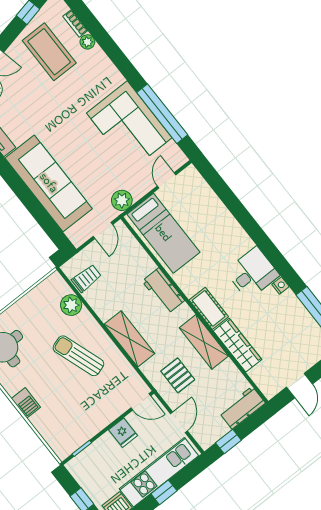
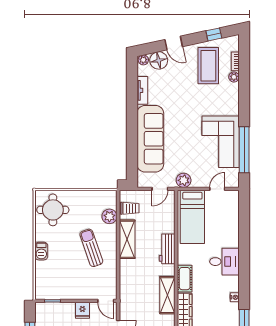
desk: (252, 273) -> (224, 262), moved
shelving: (129, 339) -> (127, 239), moved
pallet: (178, 375) -> (138, 302), removed

